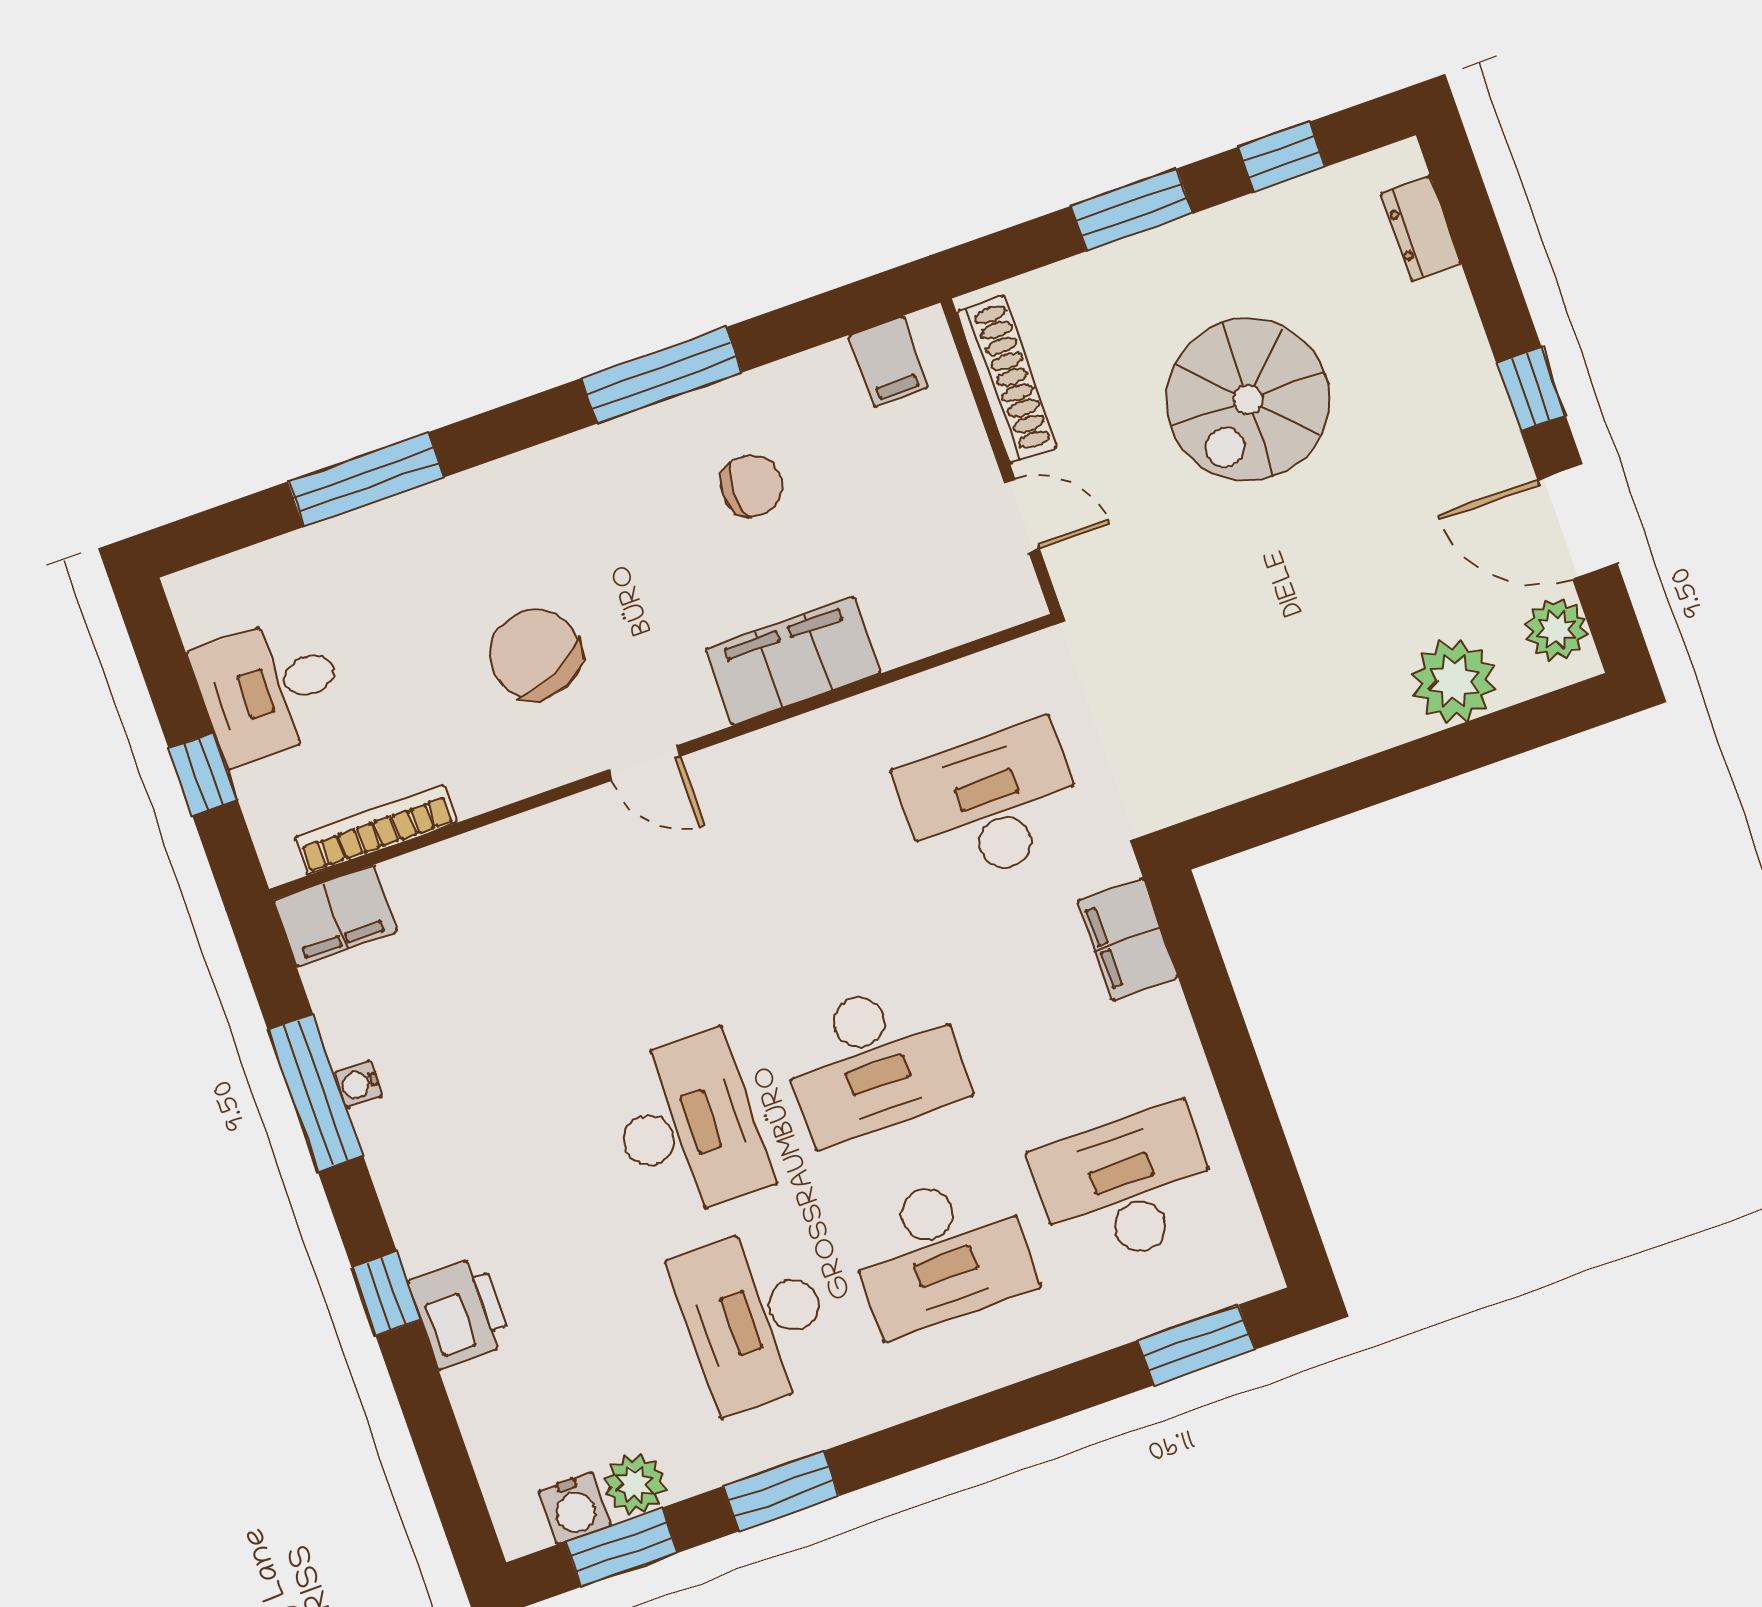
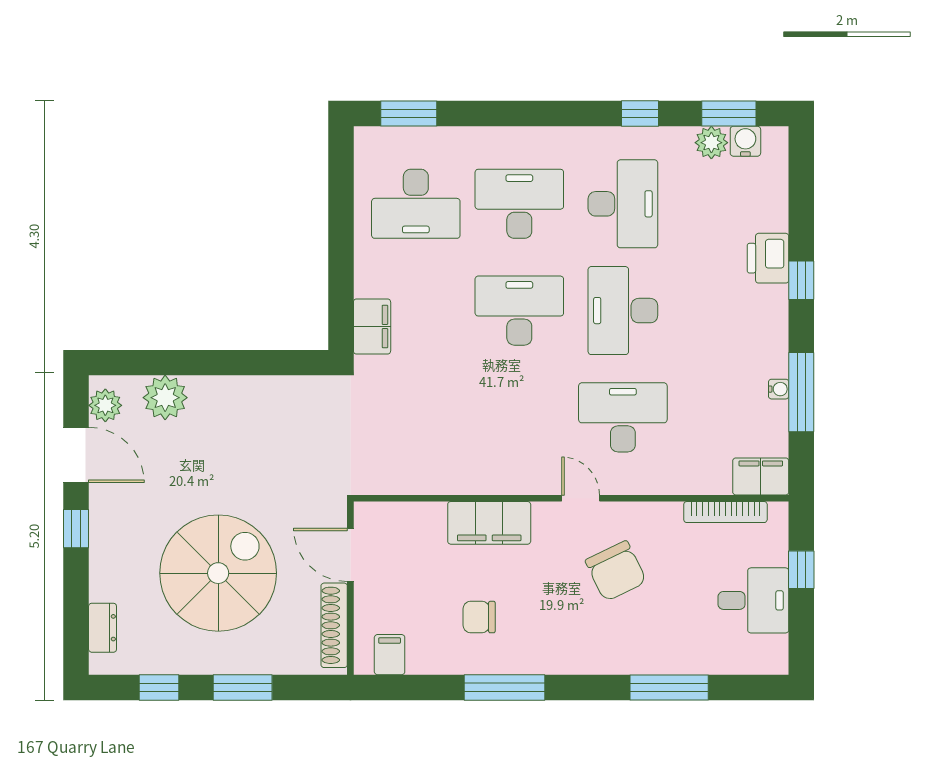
spiral stairs: (1248, 400) -> (218, 573), width x1.37, depth x1.37
door: (1022, 516) -> (350, 555), width x1.38
desk: (991, 804) -> (623, 417), moved, turned 180
window: (781, 1491) -> (640, 114), width x0.67

